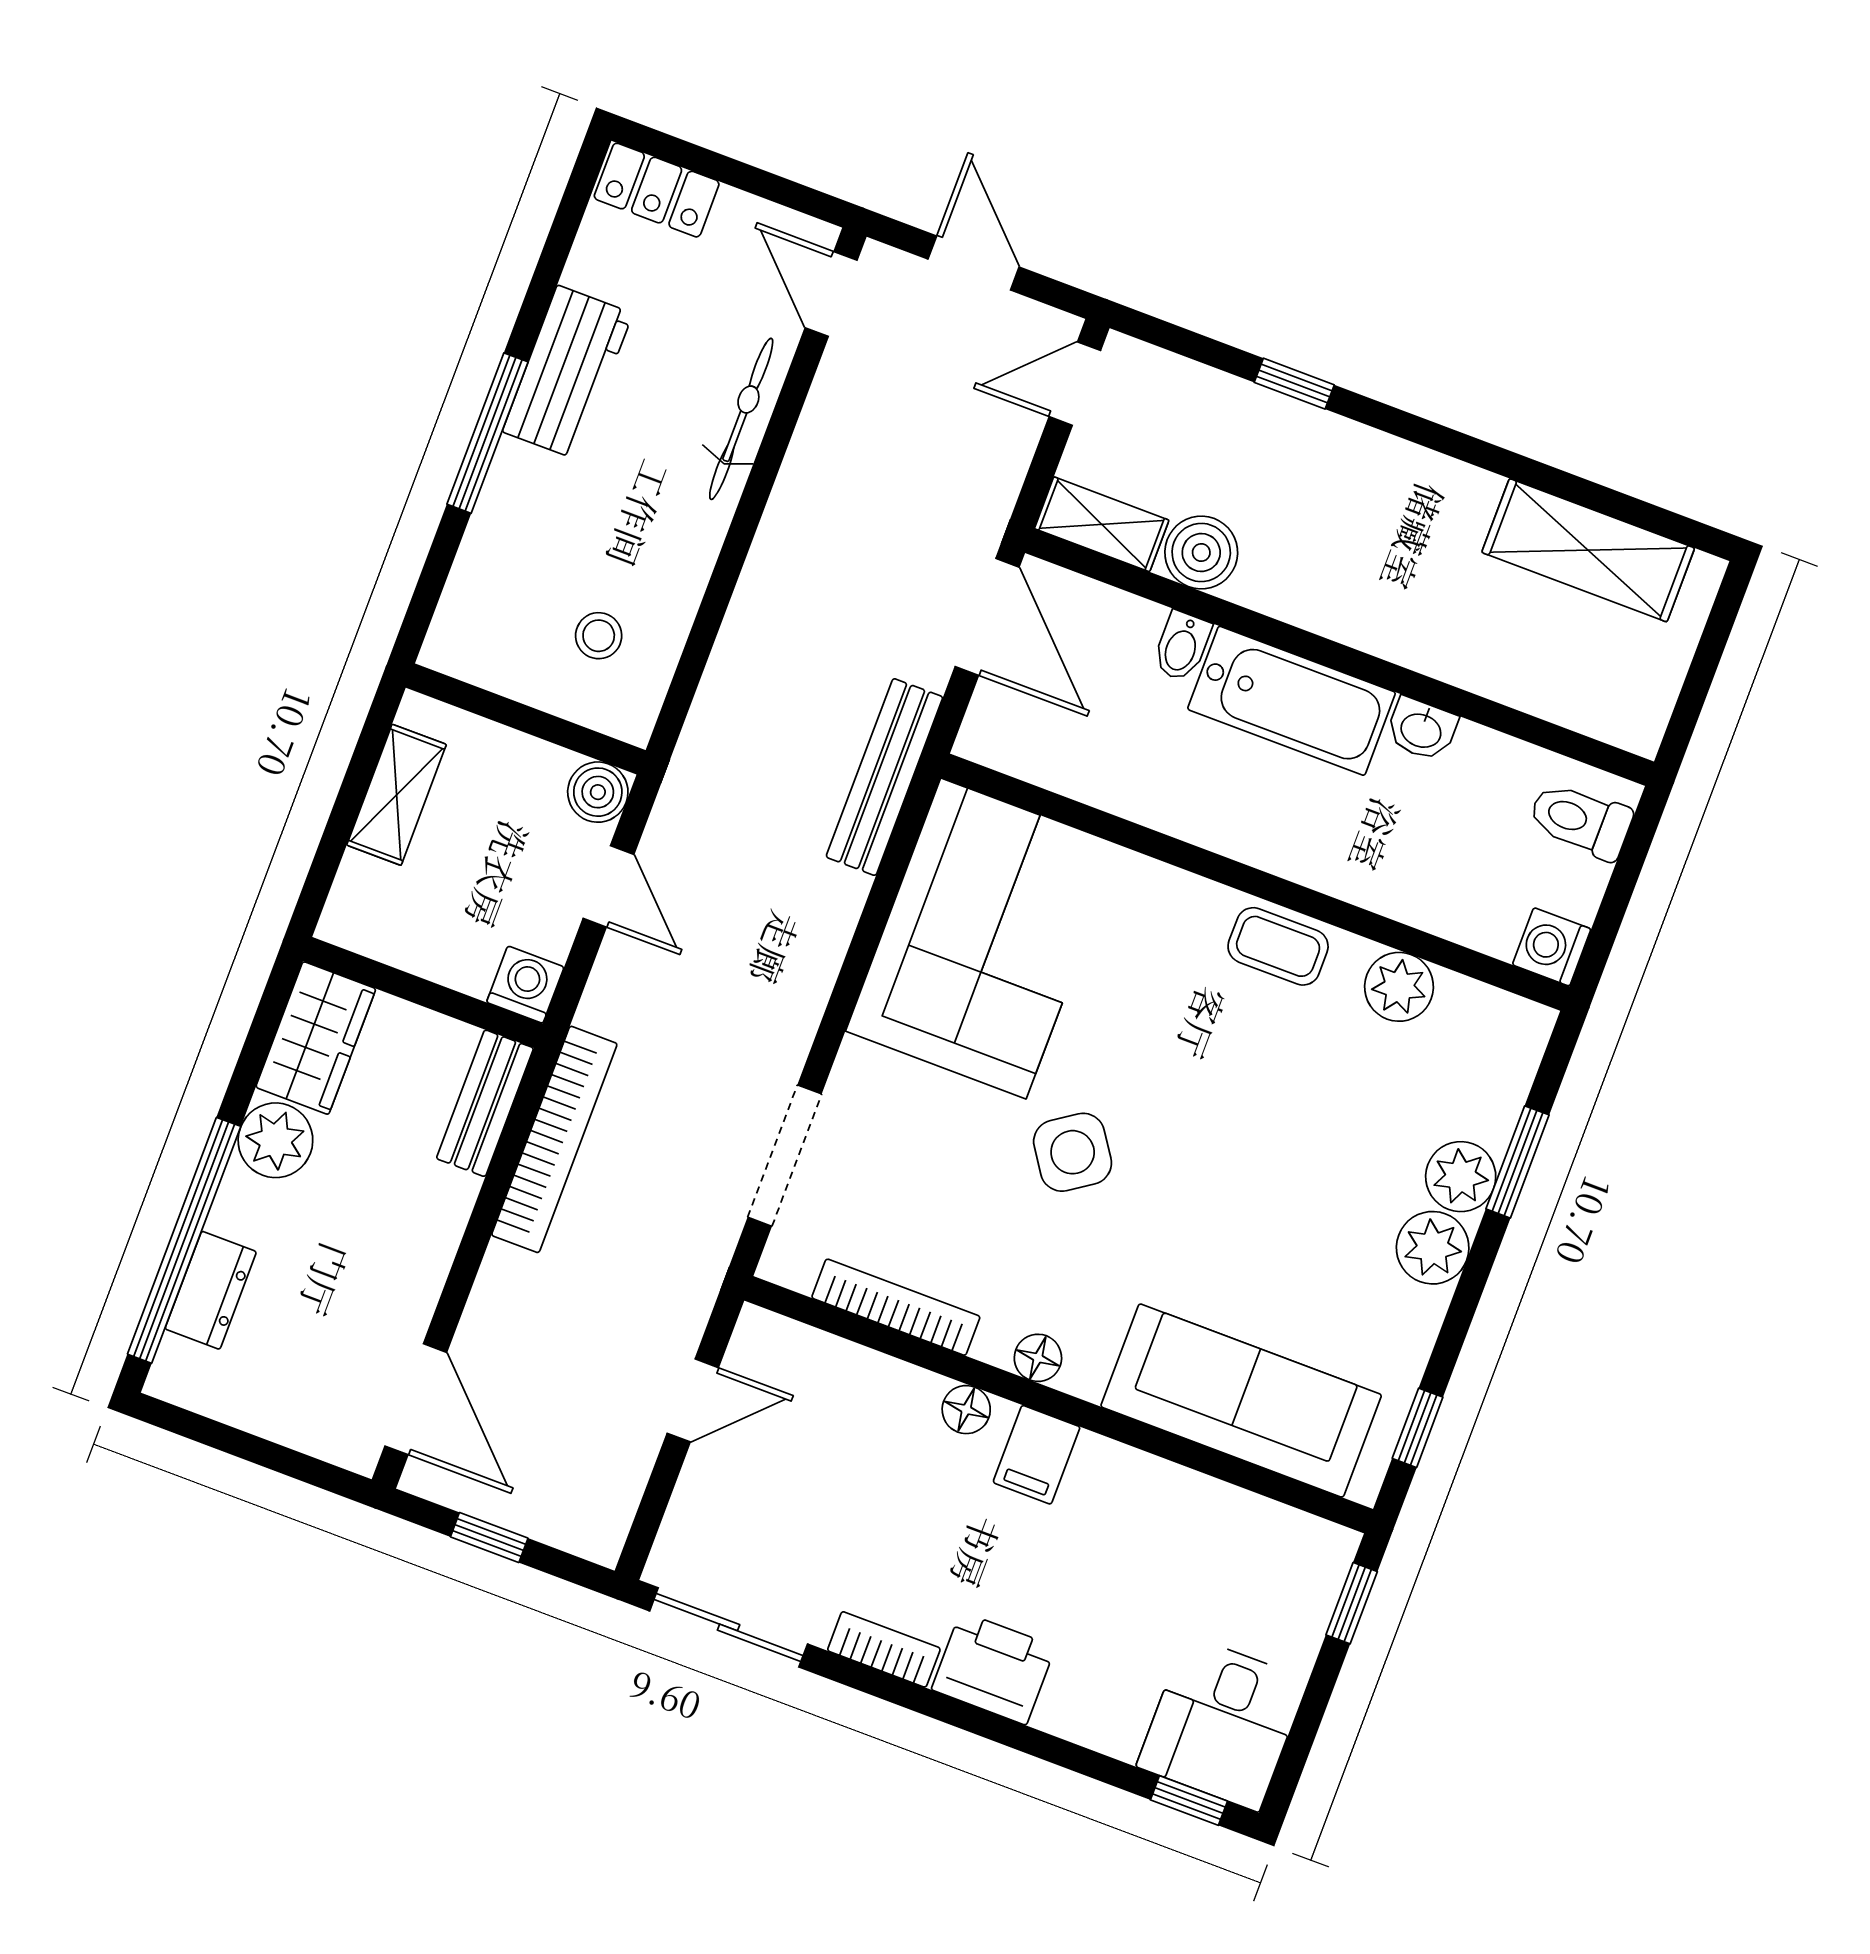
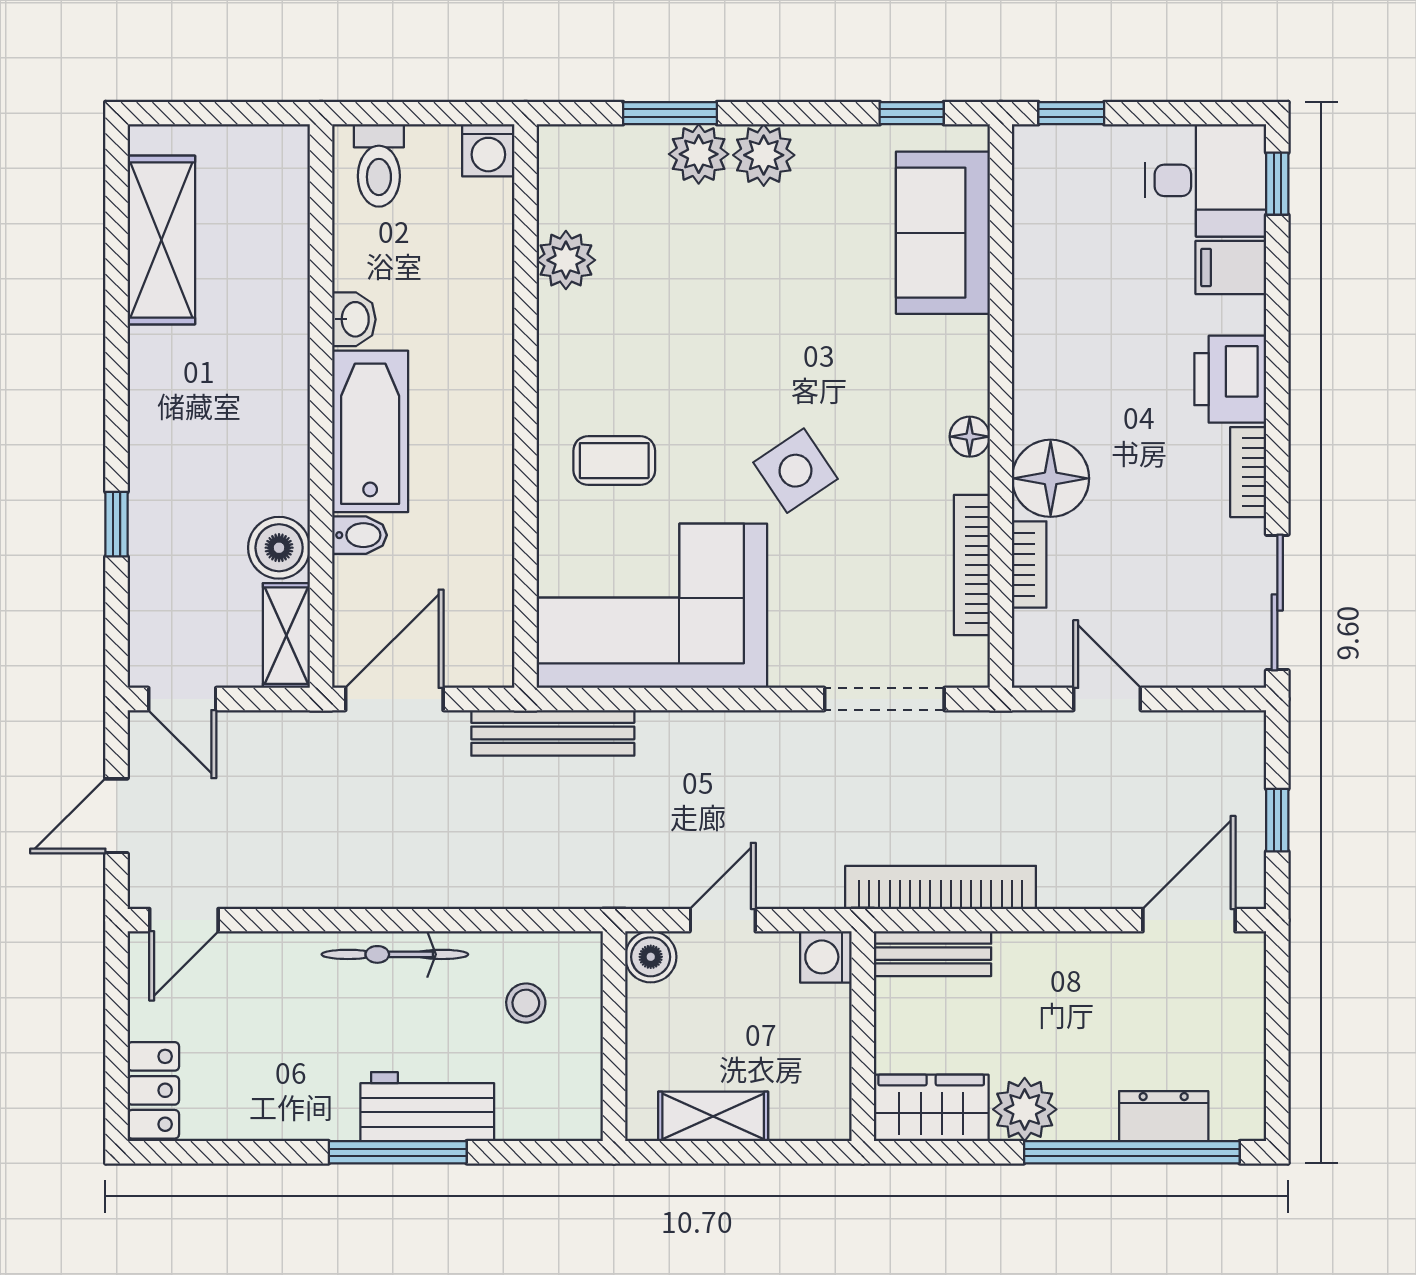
workbench: (568, 372) -> (427, 1107), moved
bicycle: (741, 419) -> (395, 954), moved
coffee table: (1278, 946) -> (614, 461), moved, turned 90
bookcase: (873, 1370) -> (1029, 565), added
sofa: (1241, 1401) -> (943, 233), width x0.73
floor lamp: (966, 1410) -> (1051, 478), width x1.89, depth x1.89
filing cabinet: (1037, 1455) -> (1231, 267), moved, turned 180

